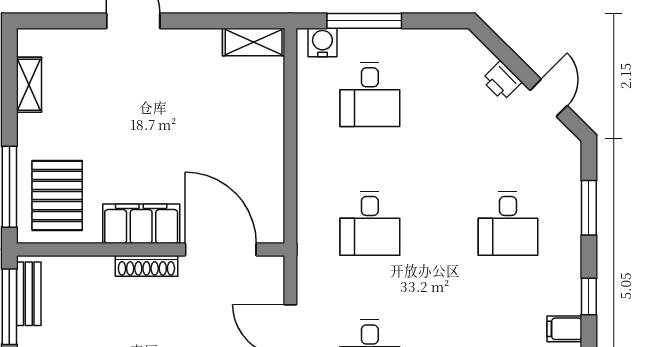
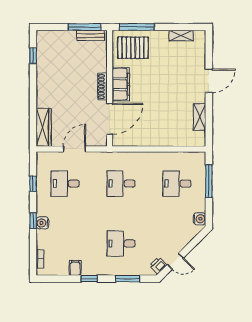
shelving: (254, 42) -> (200, 117), moved
water cooler: (322, 42) -> (199, 219), moved
printer: (502, 81) -> (158, 265), moved

